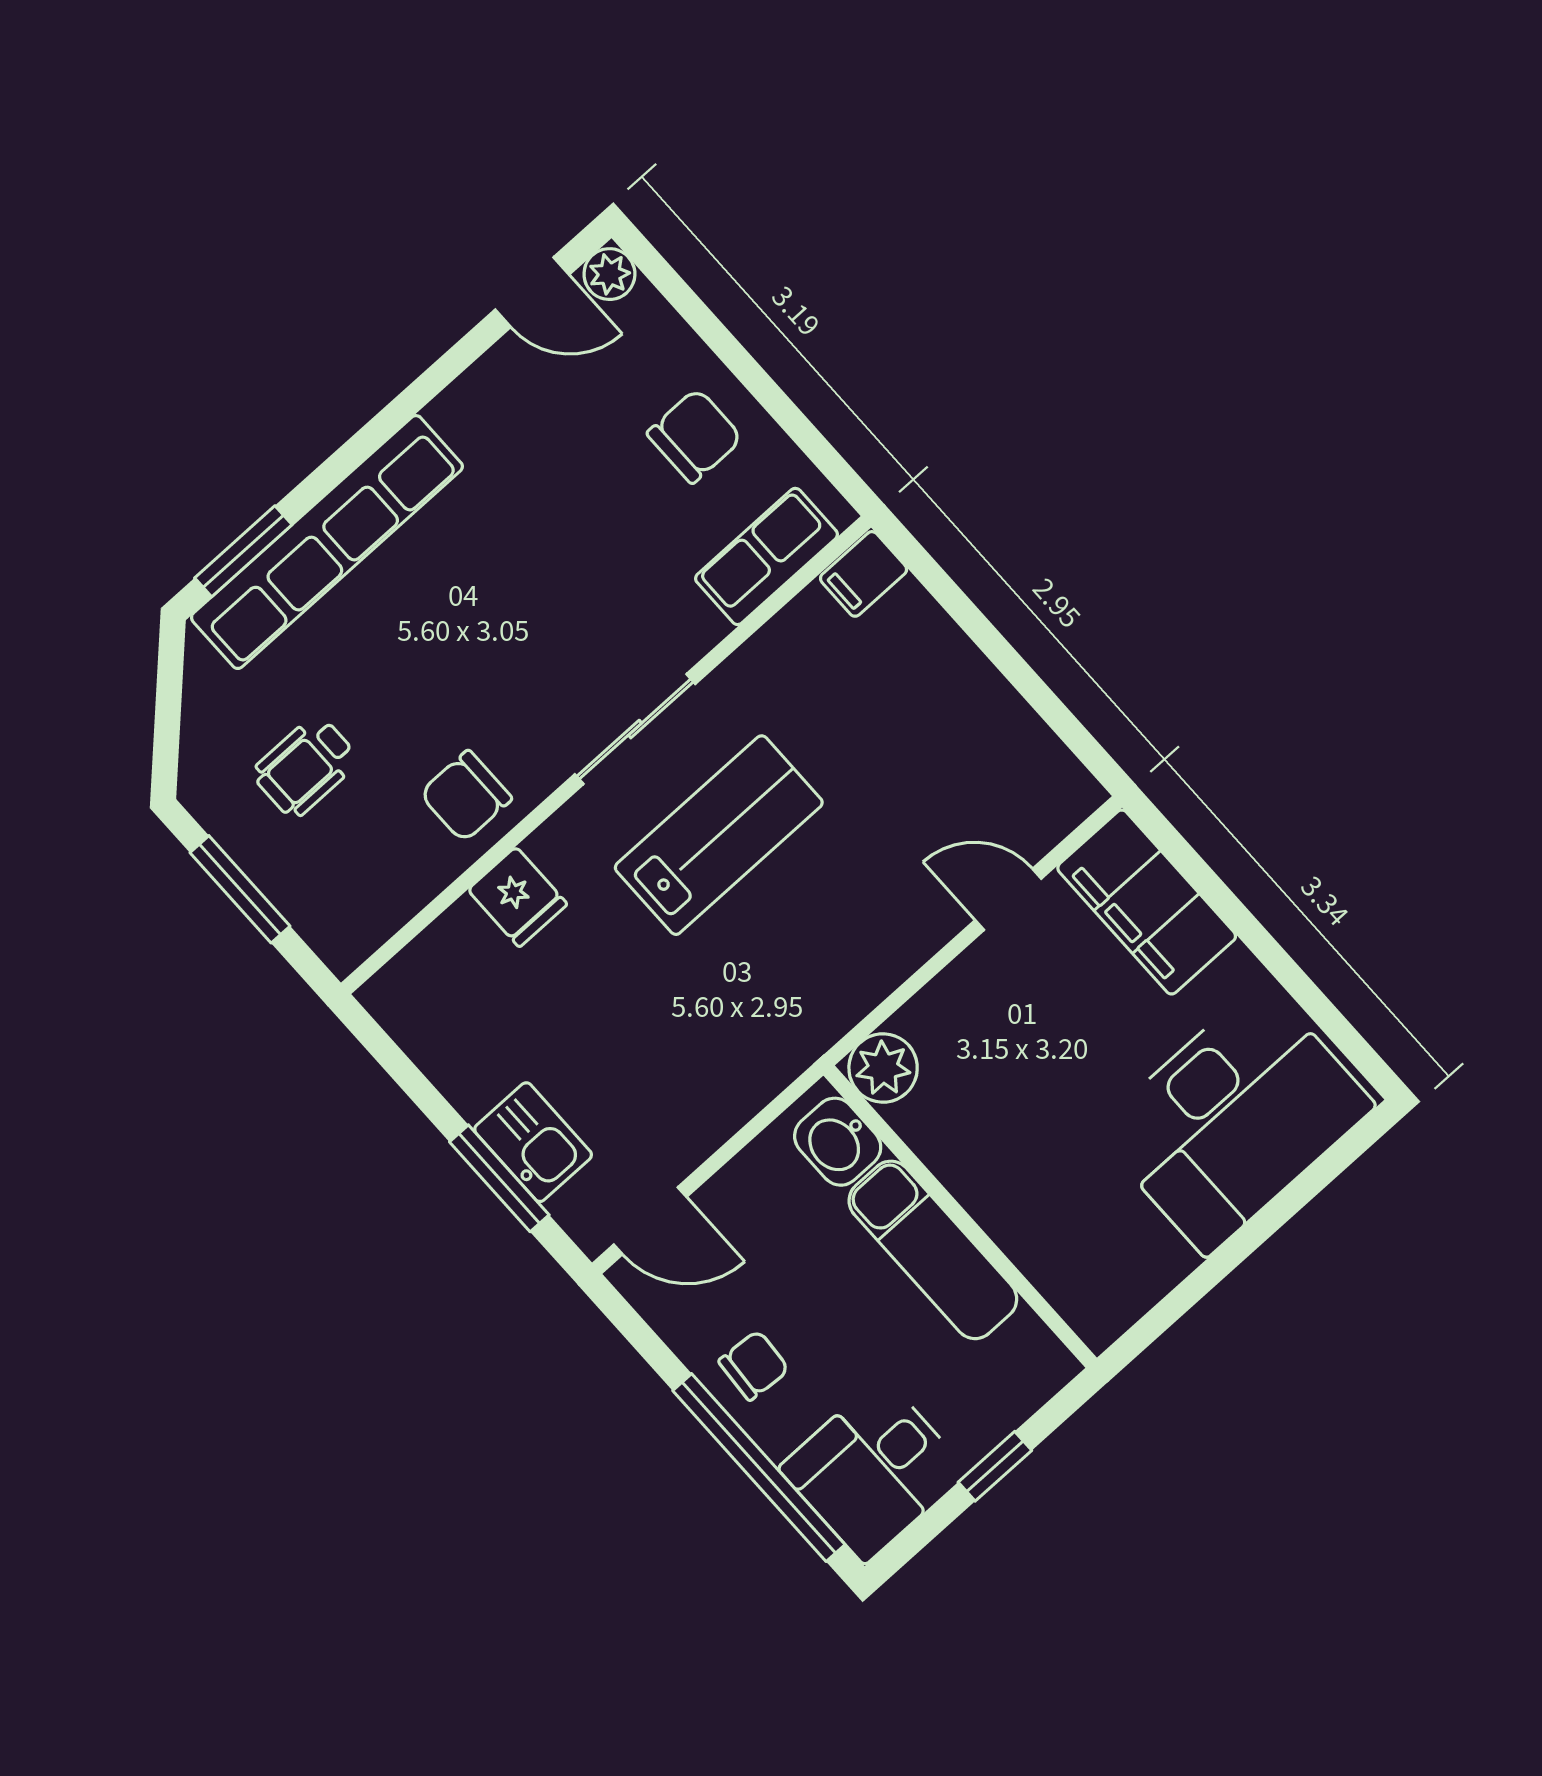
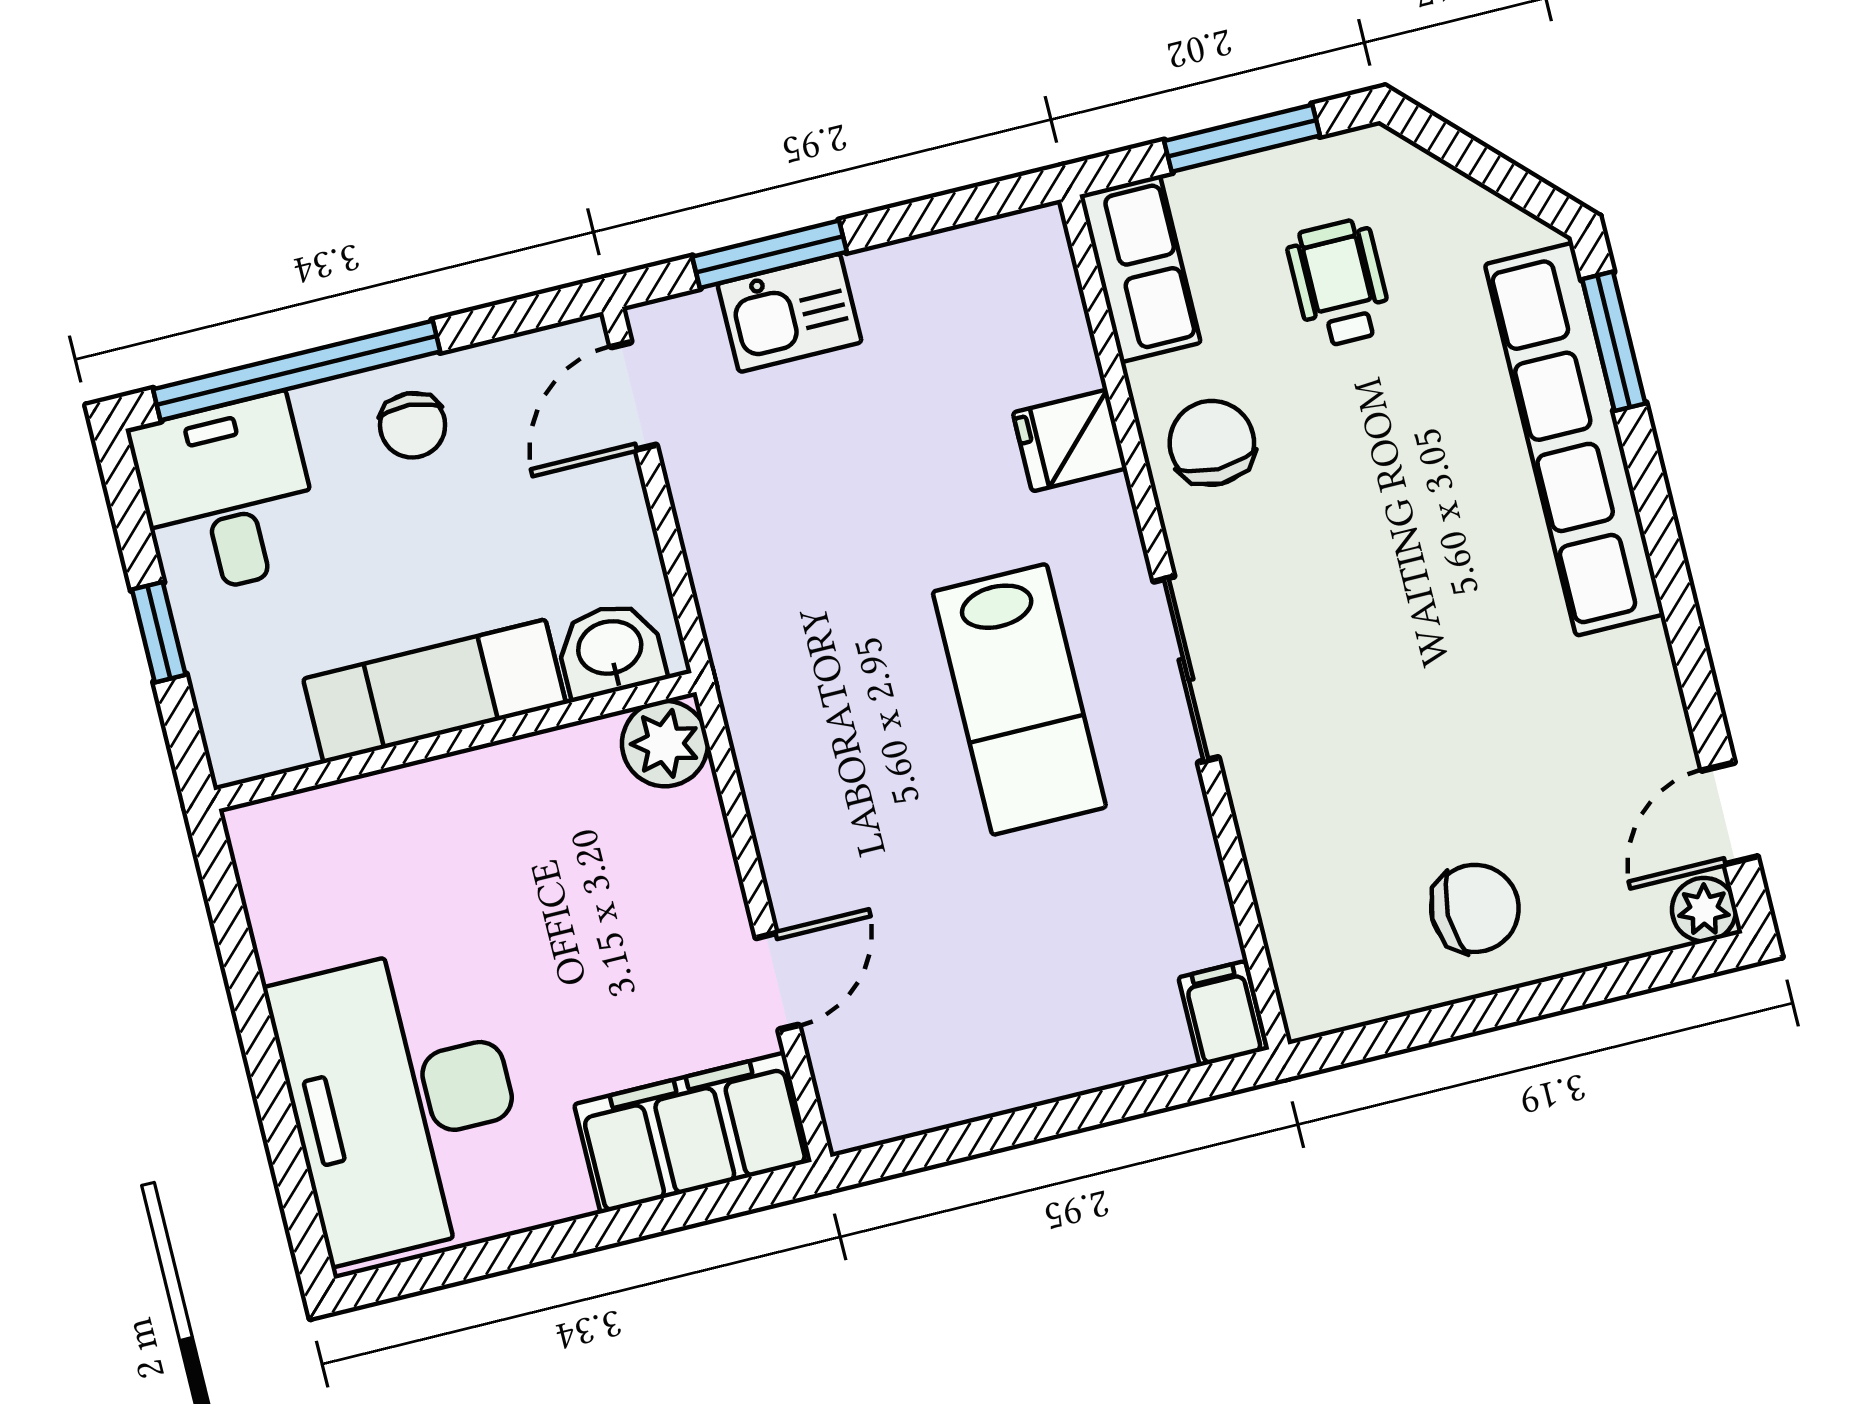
chair: (695, 436) -> (1475, 908), turned -90
row of seats: (766, 556) -> (1140, 269), moved

